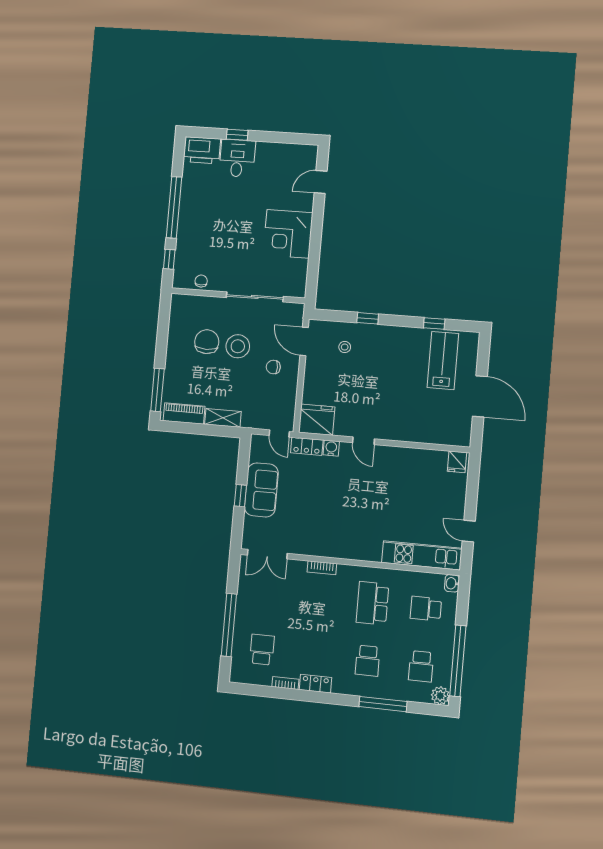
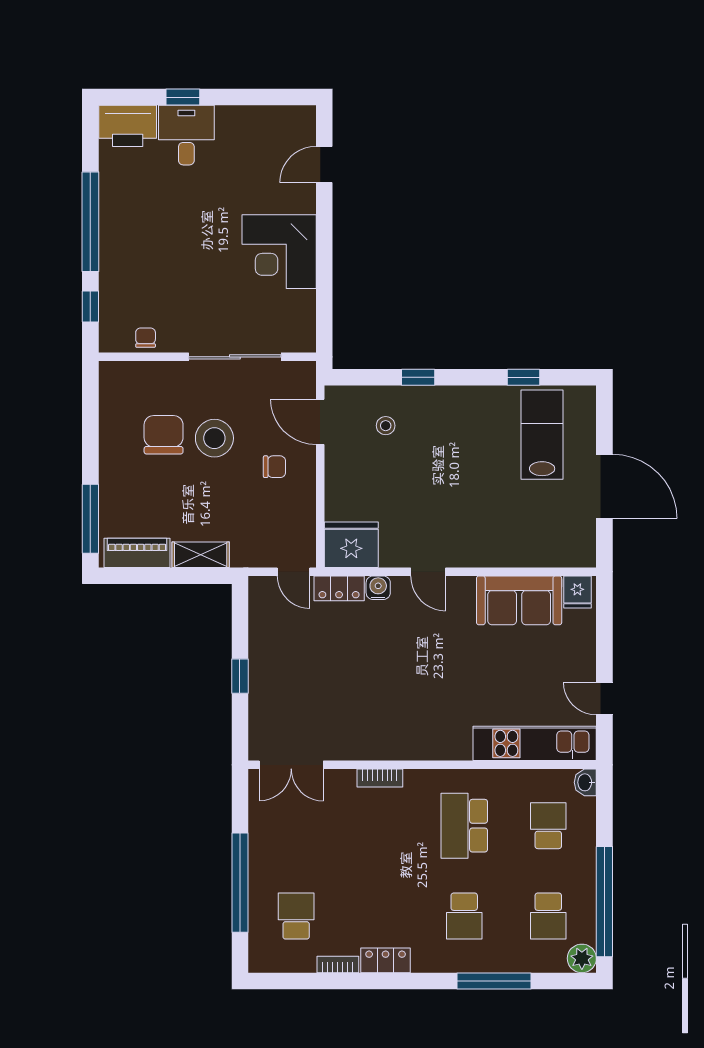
chair: (273, 367) -> (274, 467), turned 180
sofa: (261, 490) -> (519, 600), moved, turned 90
school desk: (426, 609) -> (548, 826), turned 90

